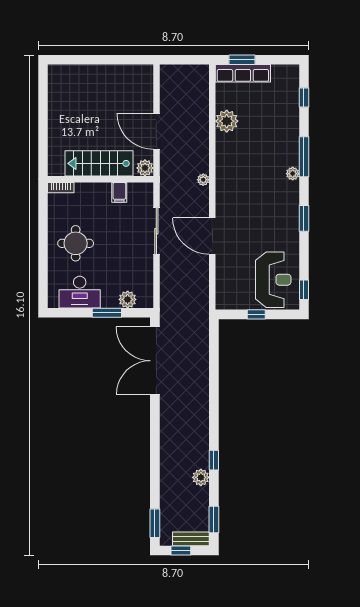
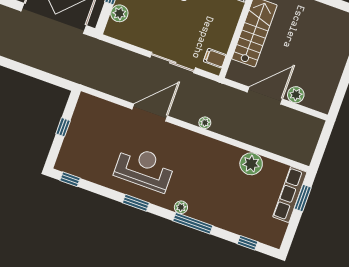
plant: (145, 168) -> (296, 95), moved
filing cabinet: (119, 192) -> (215, 58), moved
reception desk: (273, 280) -> (144, 168), moved, turned 180

